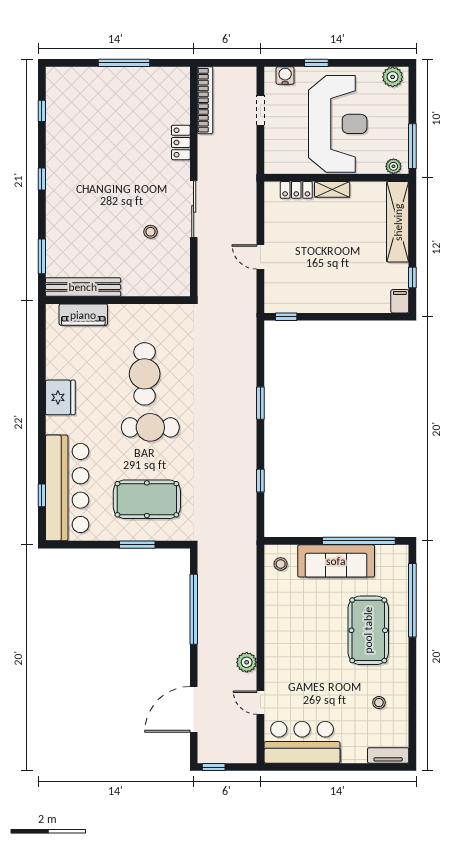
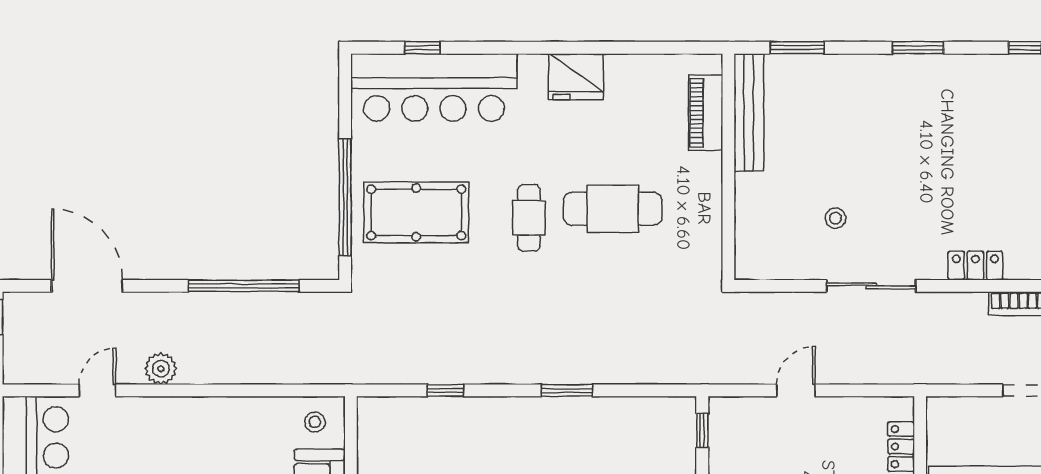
window: (42, 179) -> (918, 48), width x1.50
cafe table: (150, 427) -> (529, 218), width x0.73, depth x0.74
pool table: (147, 499) -> (416, 212), turned 90
window: (137, 545) -> (345, 197), width x2.11

